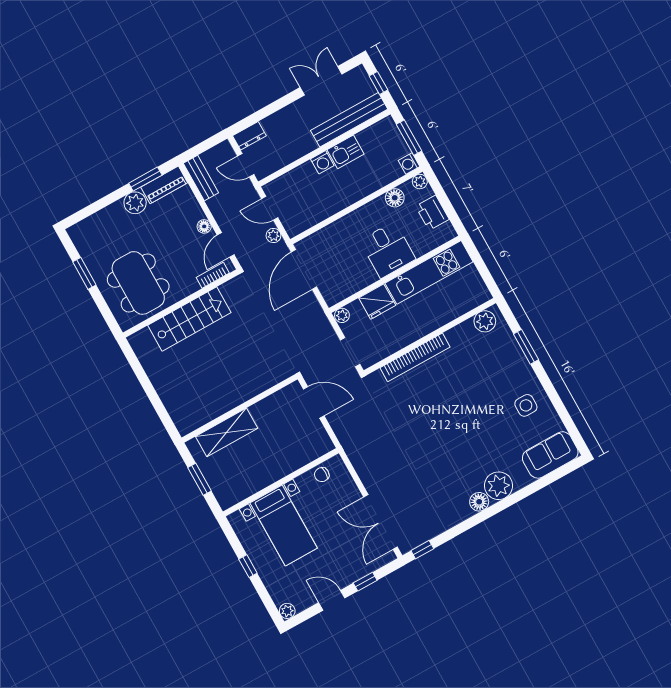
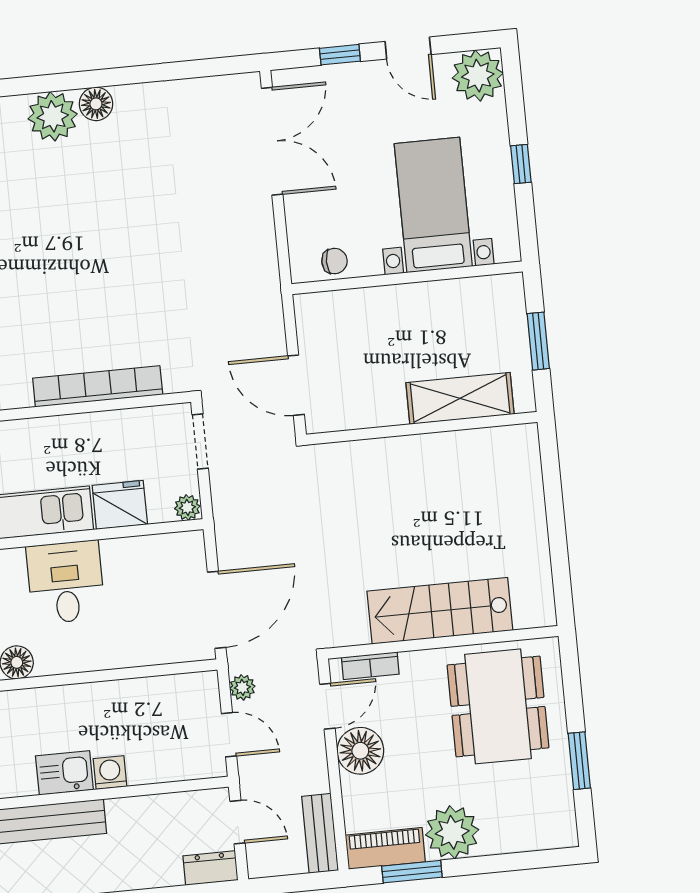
plant: (135, 203) -> (452, 832), width x1.36, depth x1.36
floor lamp: (204, 226) -> (360, 751), width x1.89, depth x1.89
window: (422, 550) -> (223, 66), removed
plant: (287, 611) -> (478, 76), width x1.87, depth x1.87

